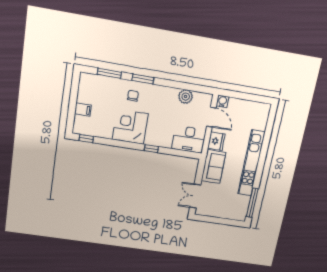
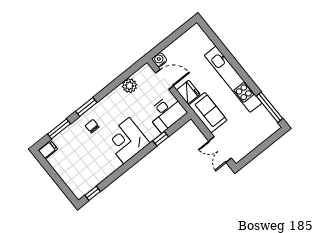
filing cabinet: (83, 110) -> (48, 150), moved
corner desk: (130, 127) -> (127, 141), moved
window: (151, 149) -> (161, 139), moved

